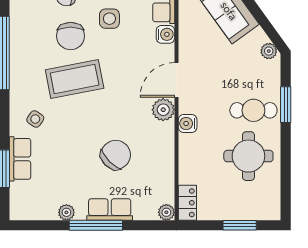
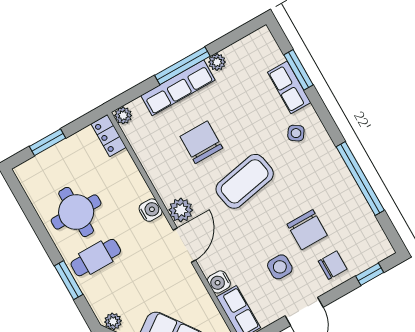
chair: (71, 36) -> (307, 230), turned 180
coffee table: (75, 79) -> (245, 181), moved
chair: (116, 155) -> (201, 142), turned 135
row of seats: (110, 210) -> (178, 88), width x1.48

